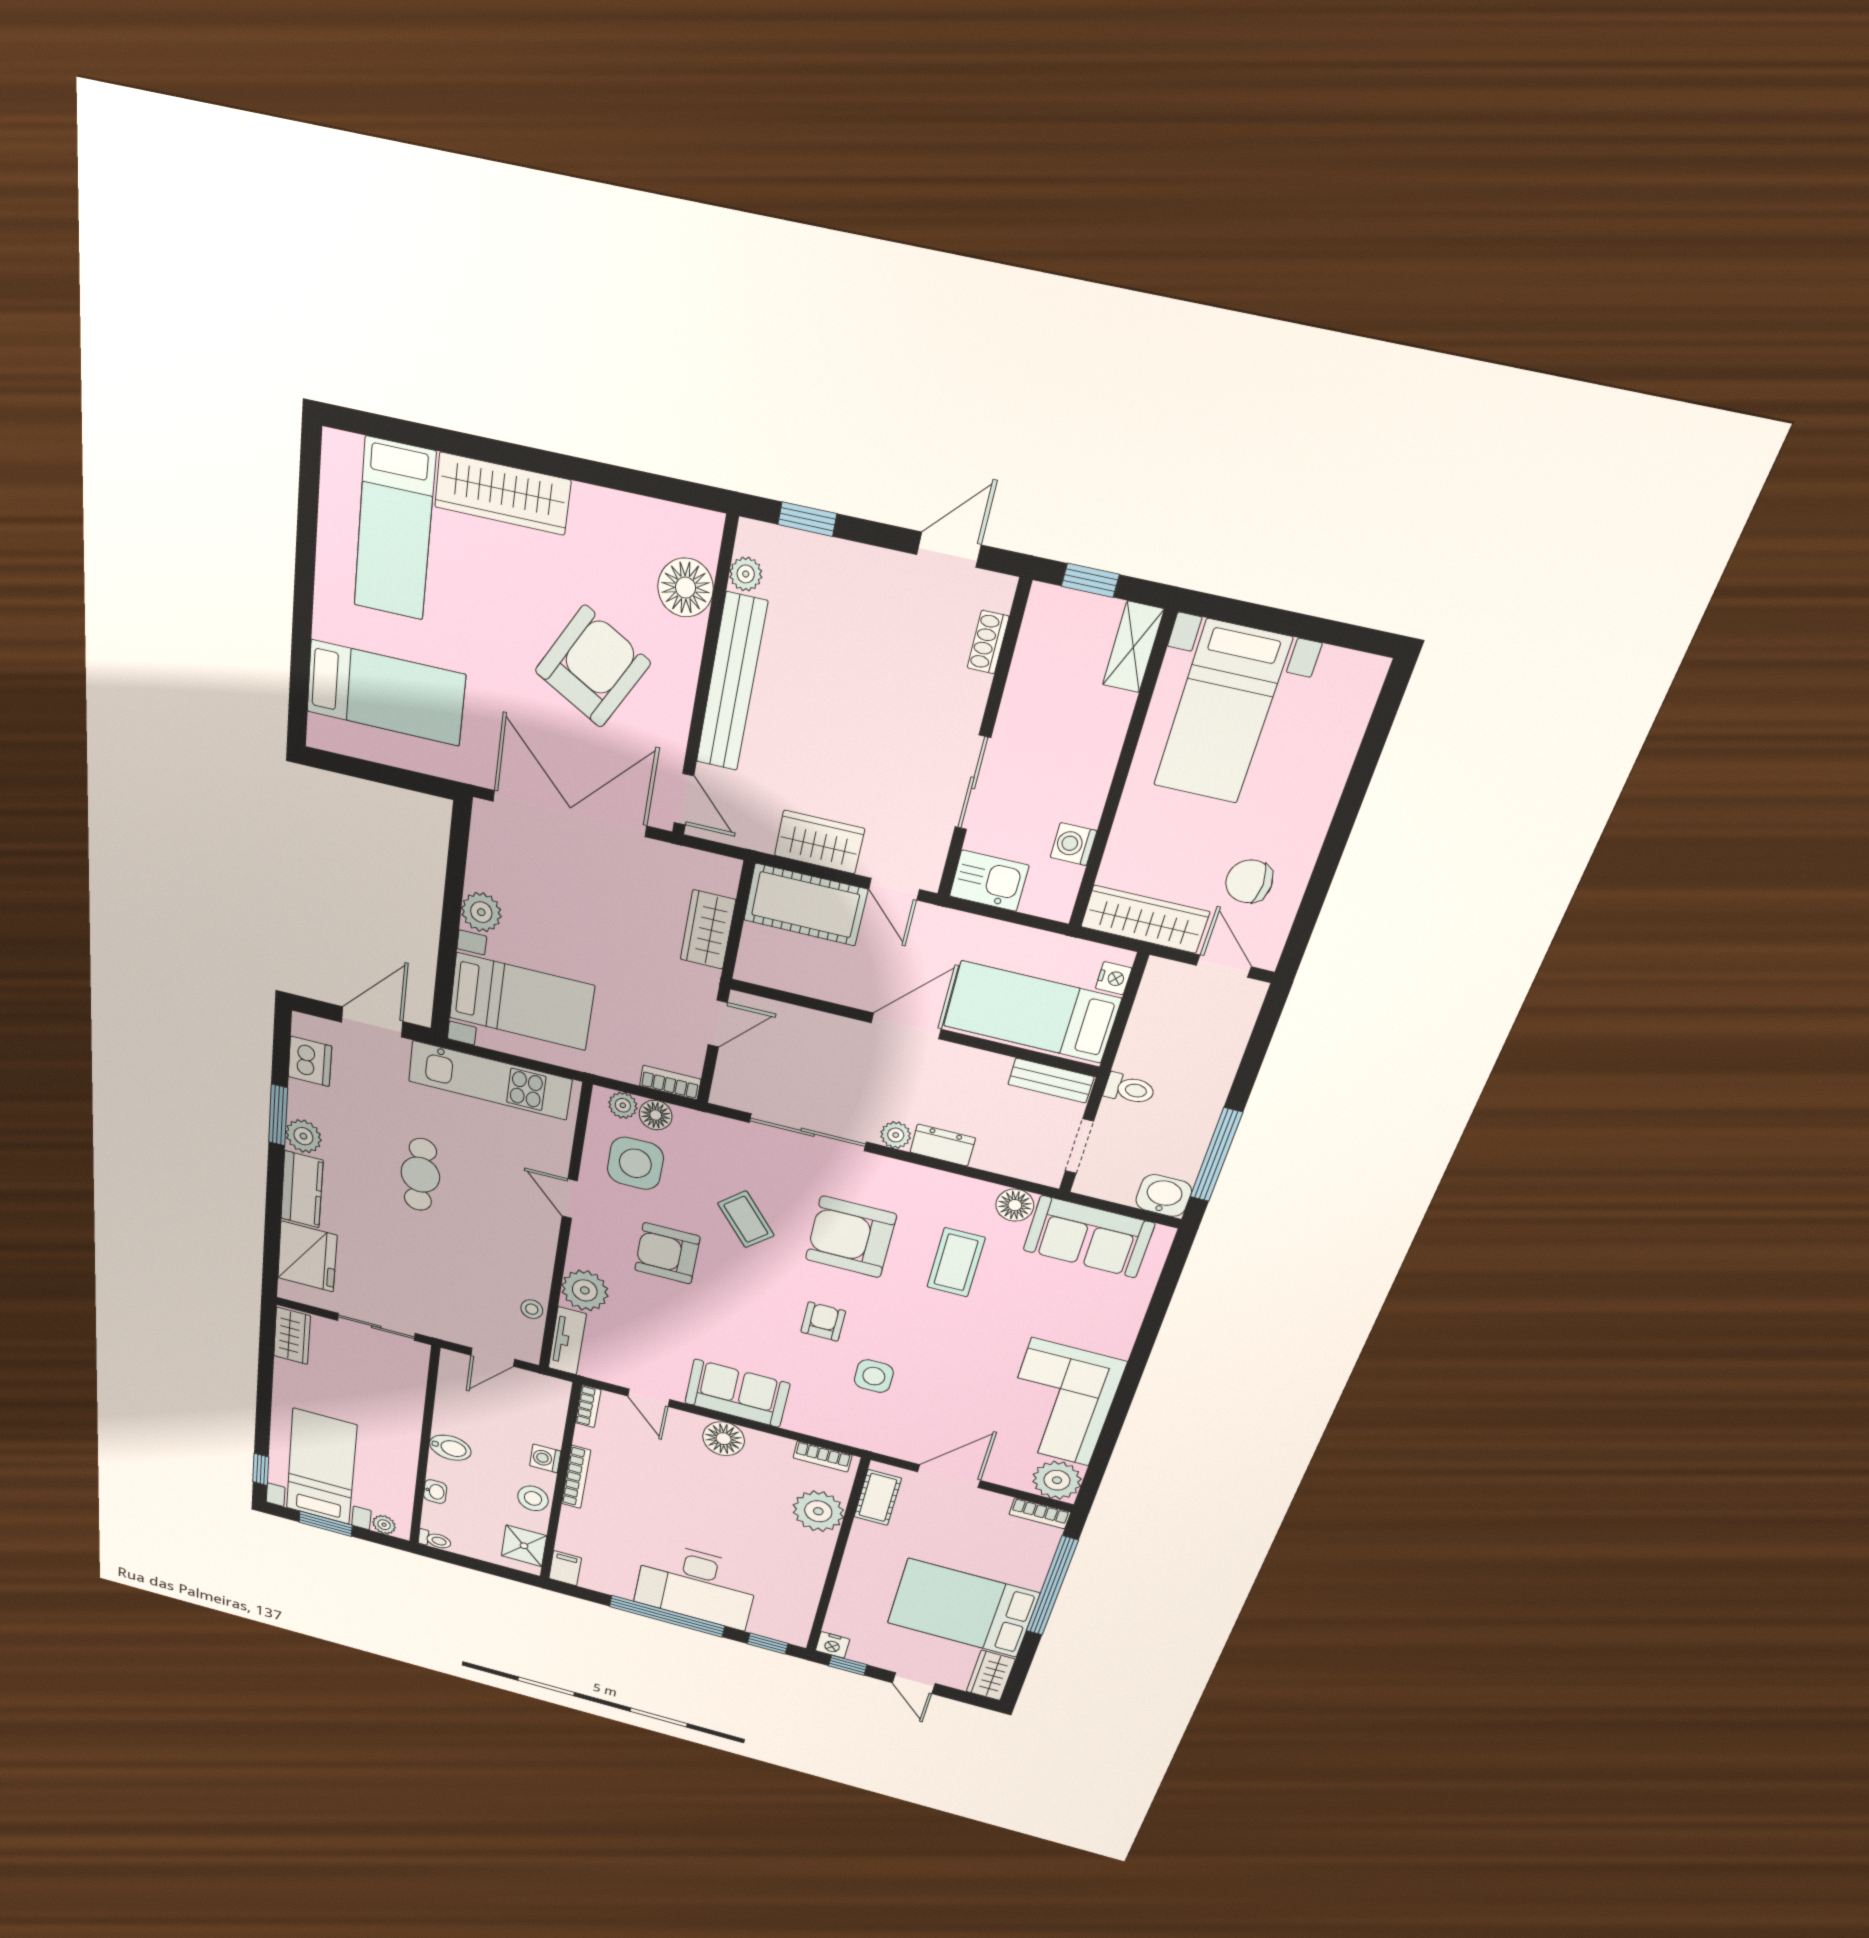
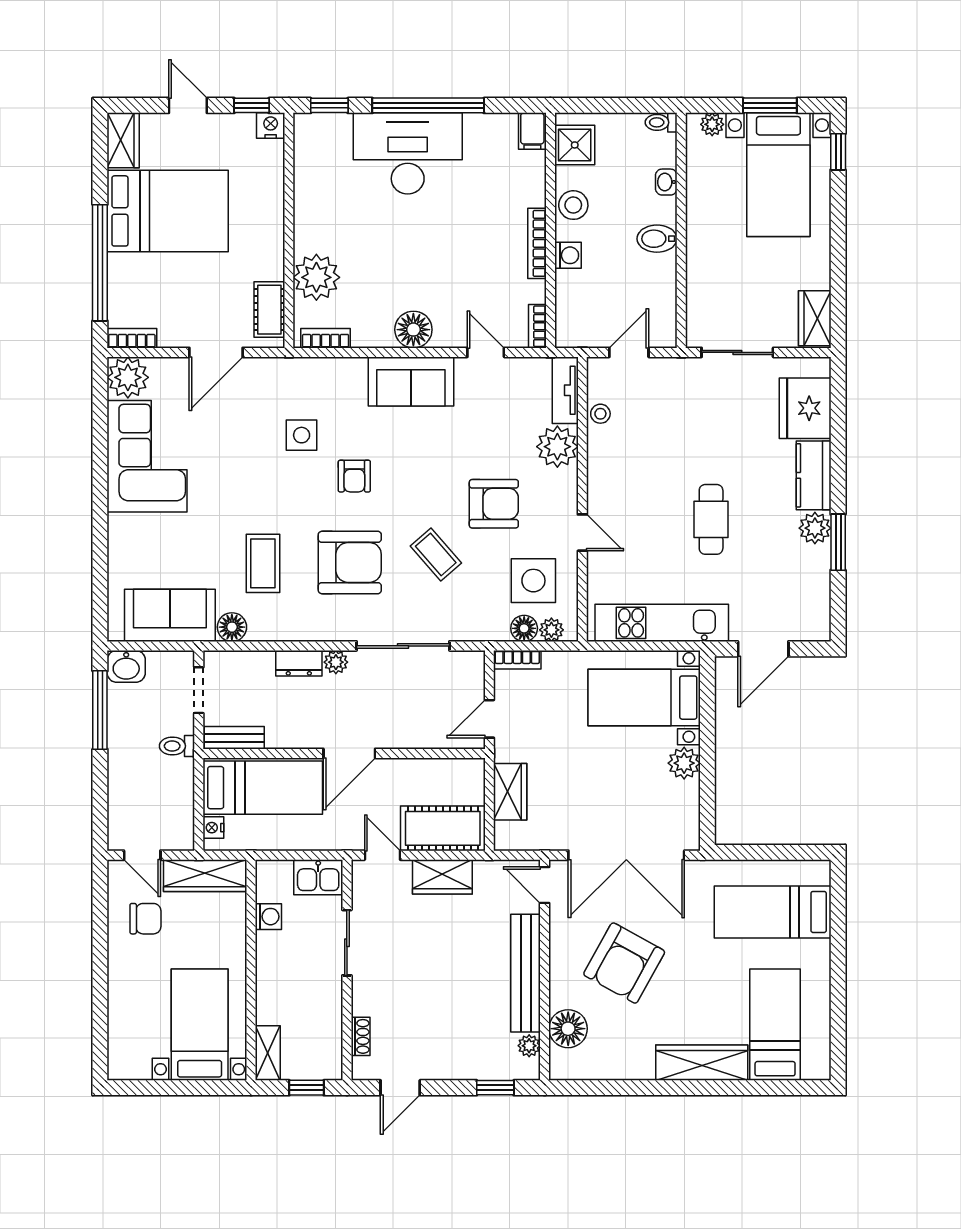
dishwasher: (310, 1061) -> (813, 600), removed

